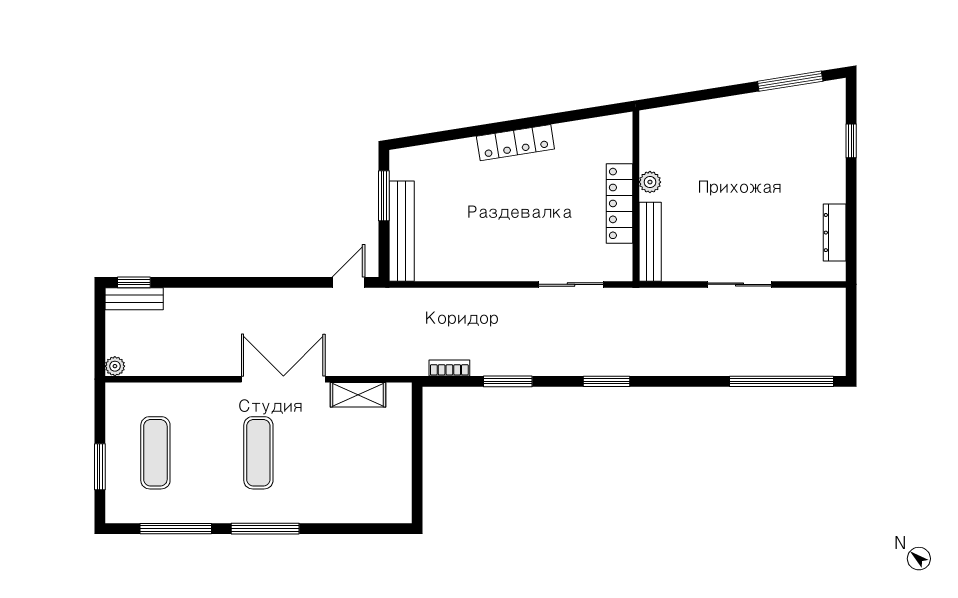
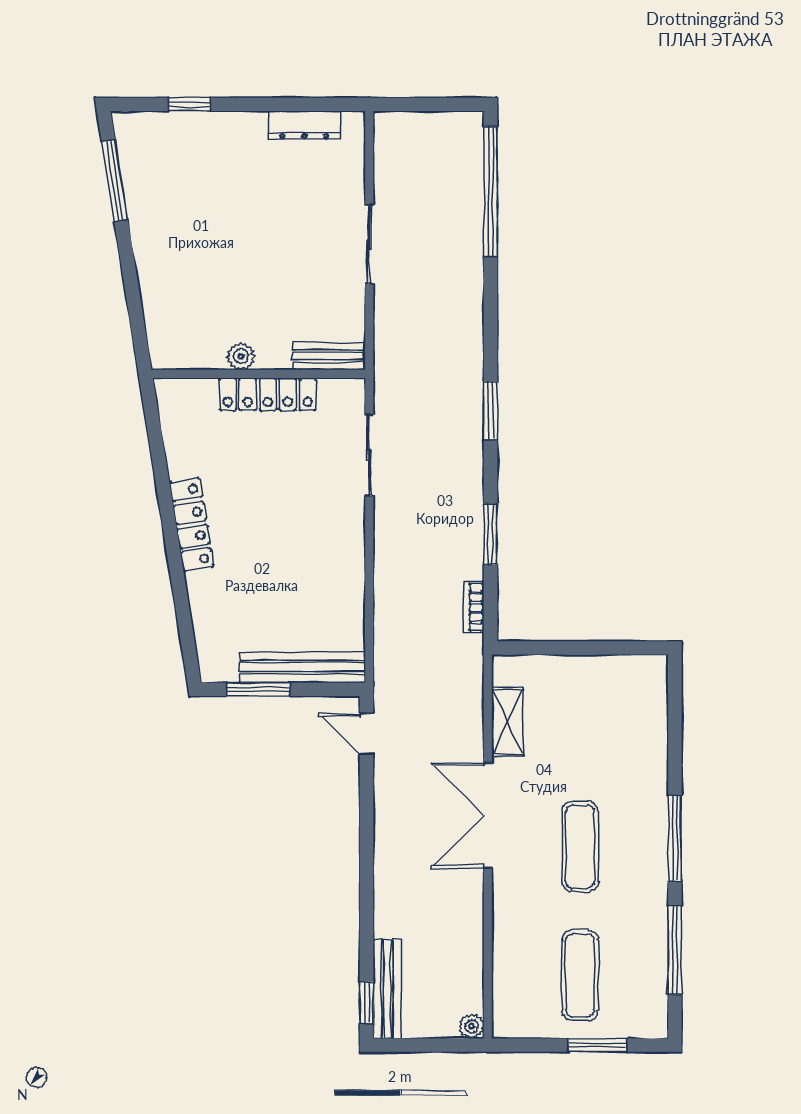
bench: (650, 242) -> (329, 356), width x0.73
bench: (134, 299) -> (387, 989), width x1.36
exercise mat: (155, 453) -> (580, 975), turned 90
exercise mat: (258, 453) -> (580, 847), turned 90

